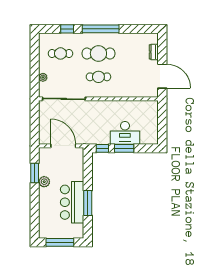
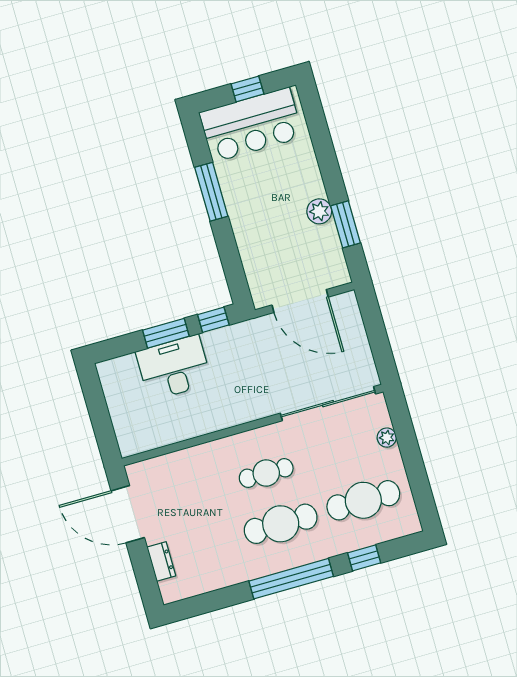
cafe table: (60, 53) -> (363, 500), width x1.37, depth x1.35
bar counter: (72, 202) -> (251, 125), moved, turned 90
window: (60, 242) -> (247, 89), width x0.46

